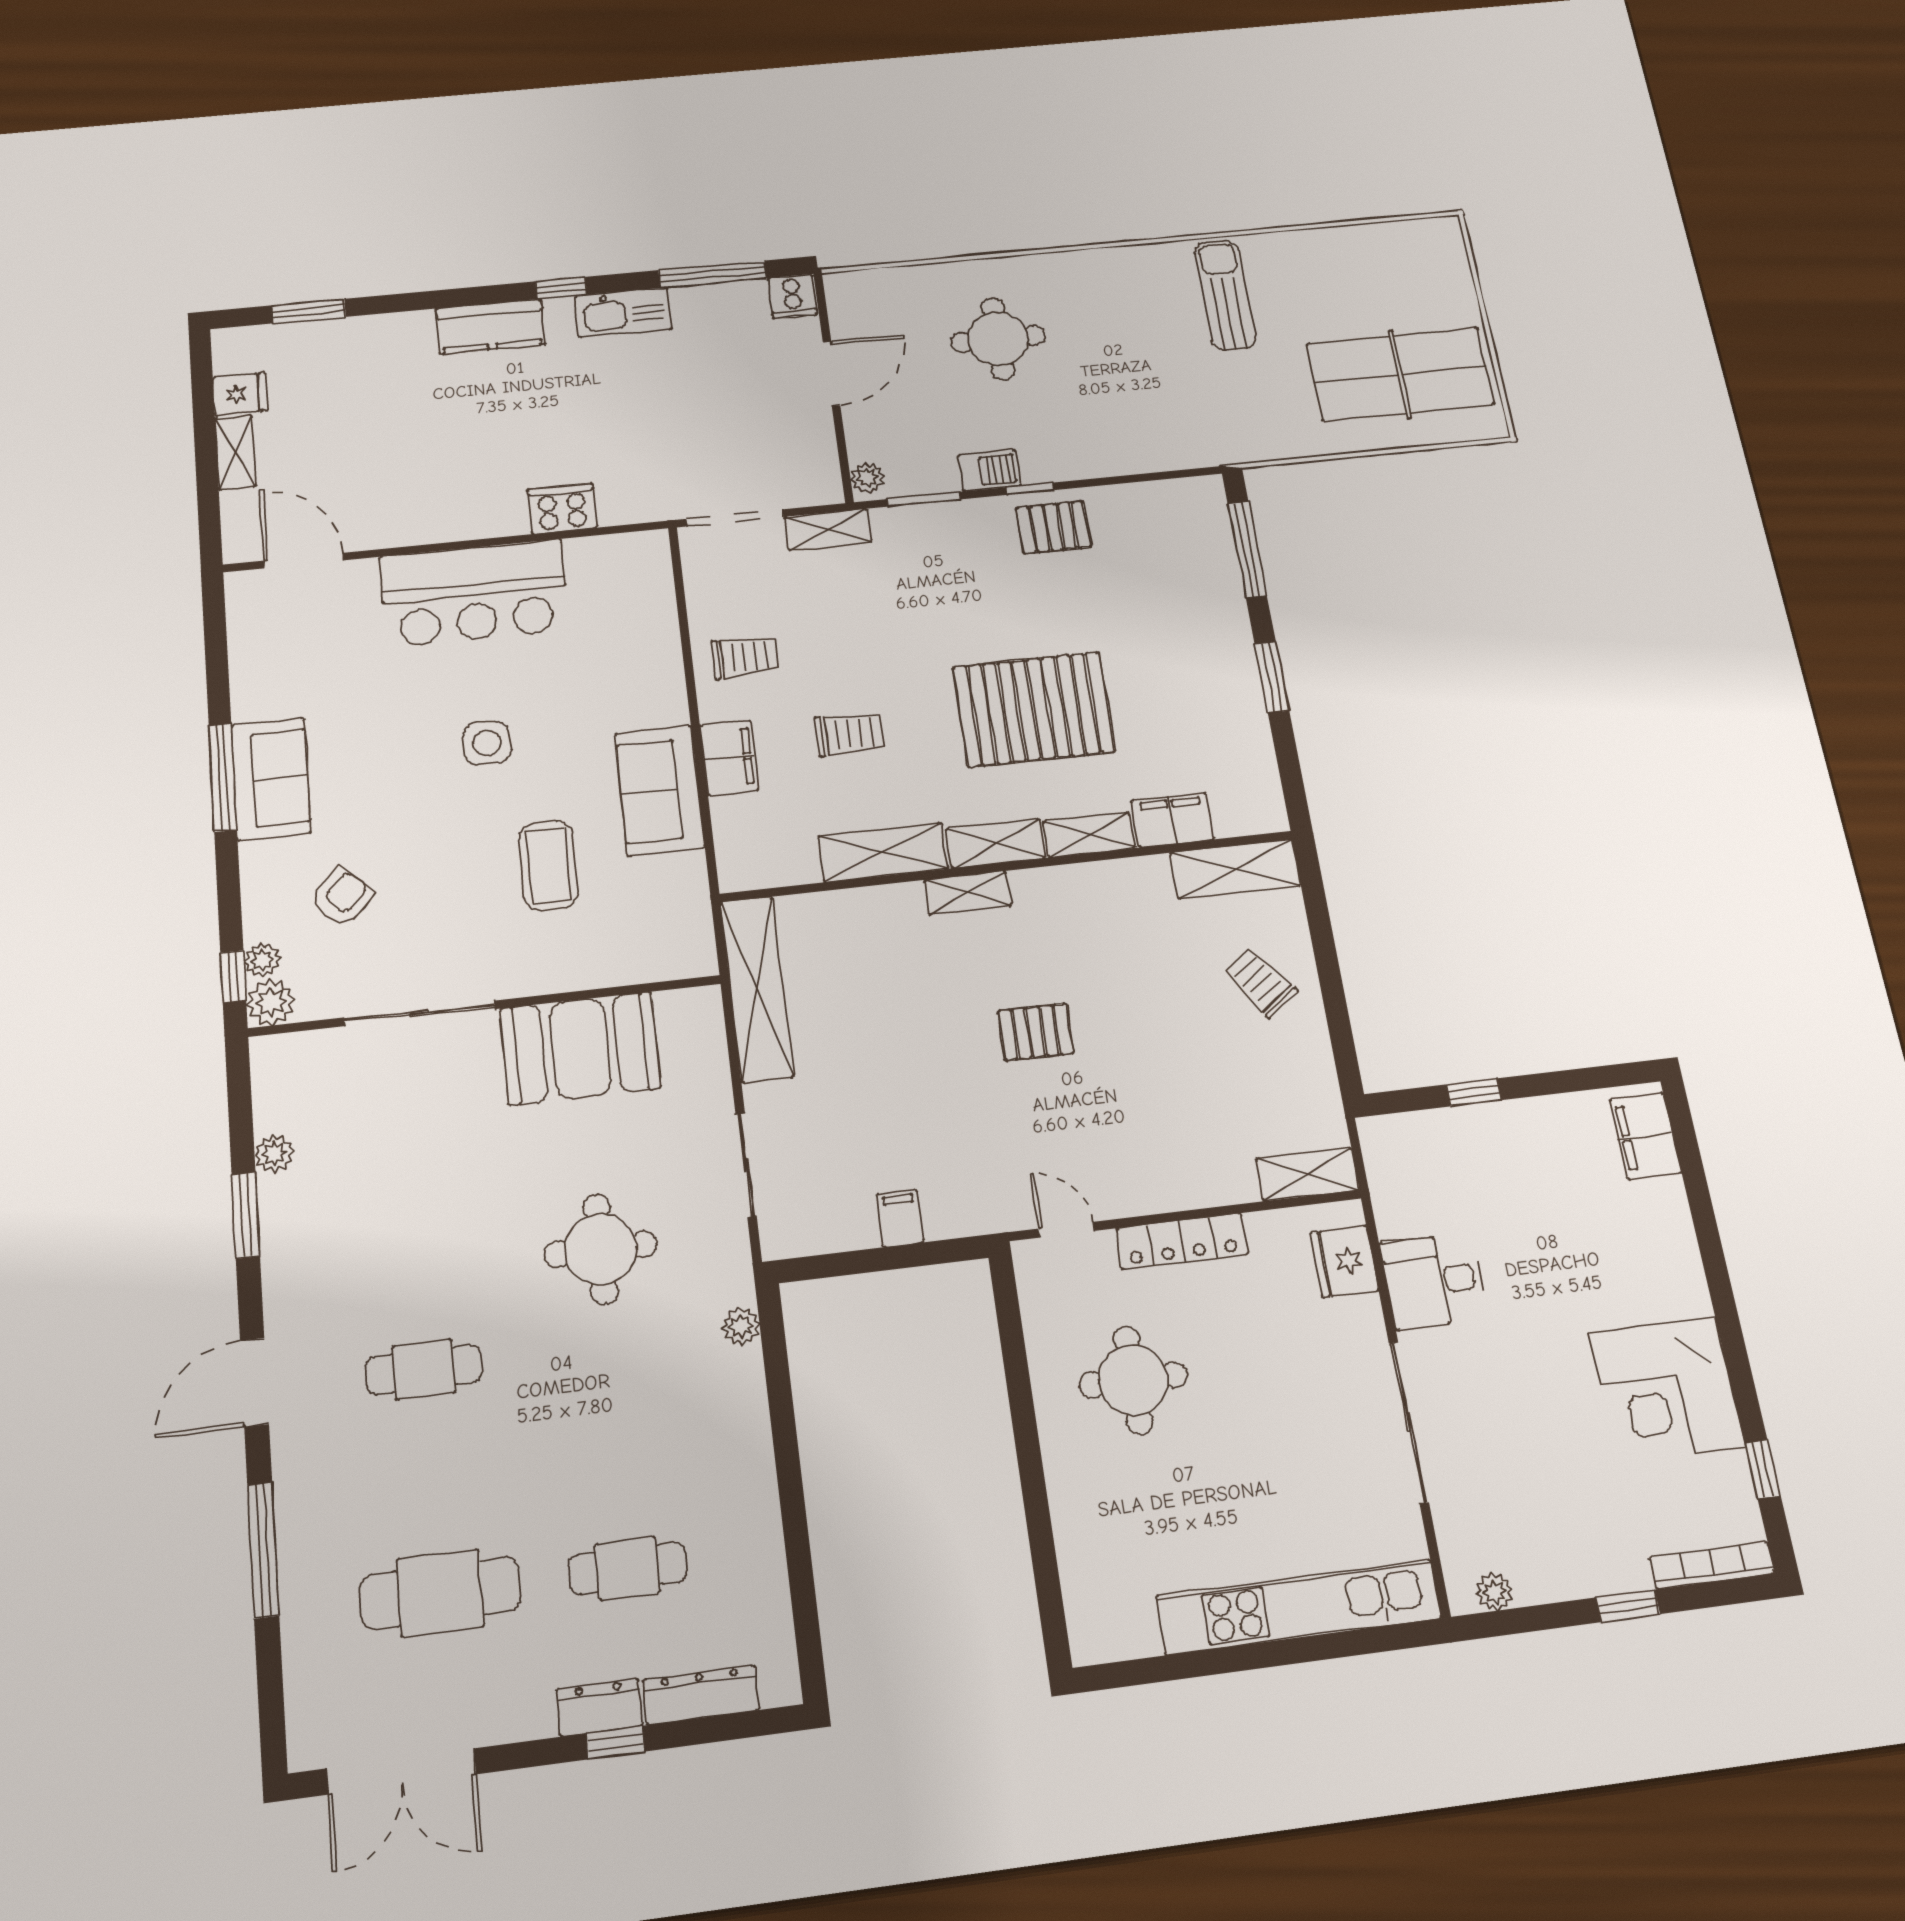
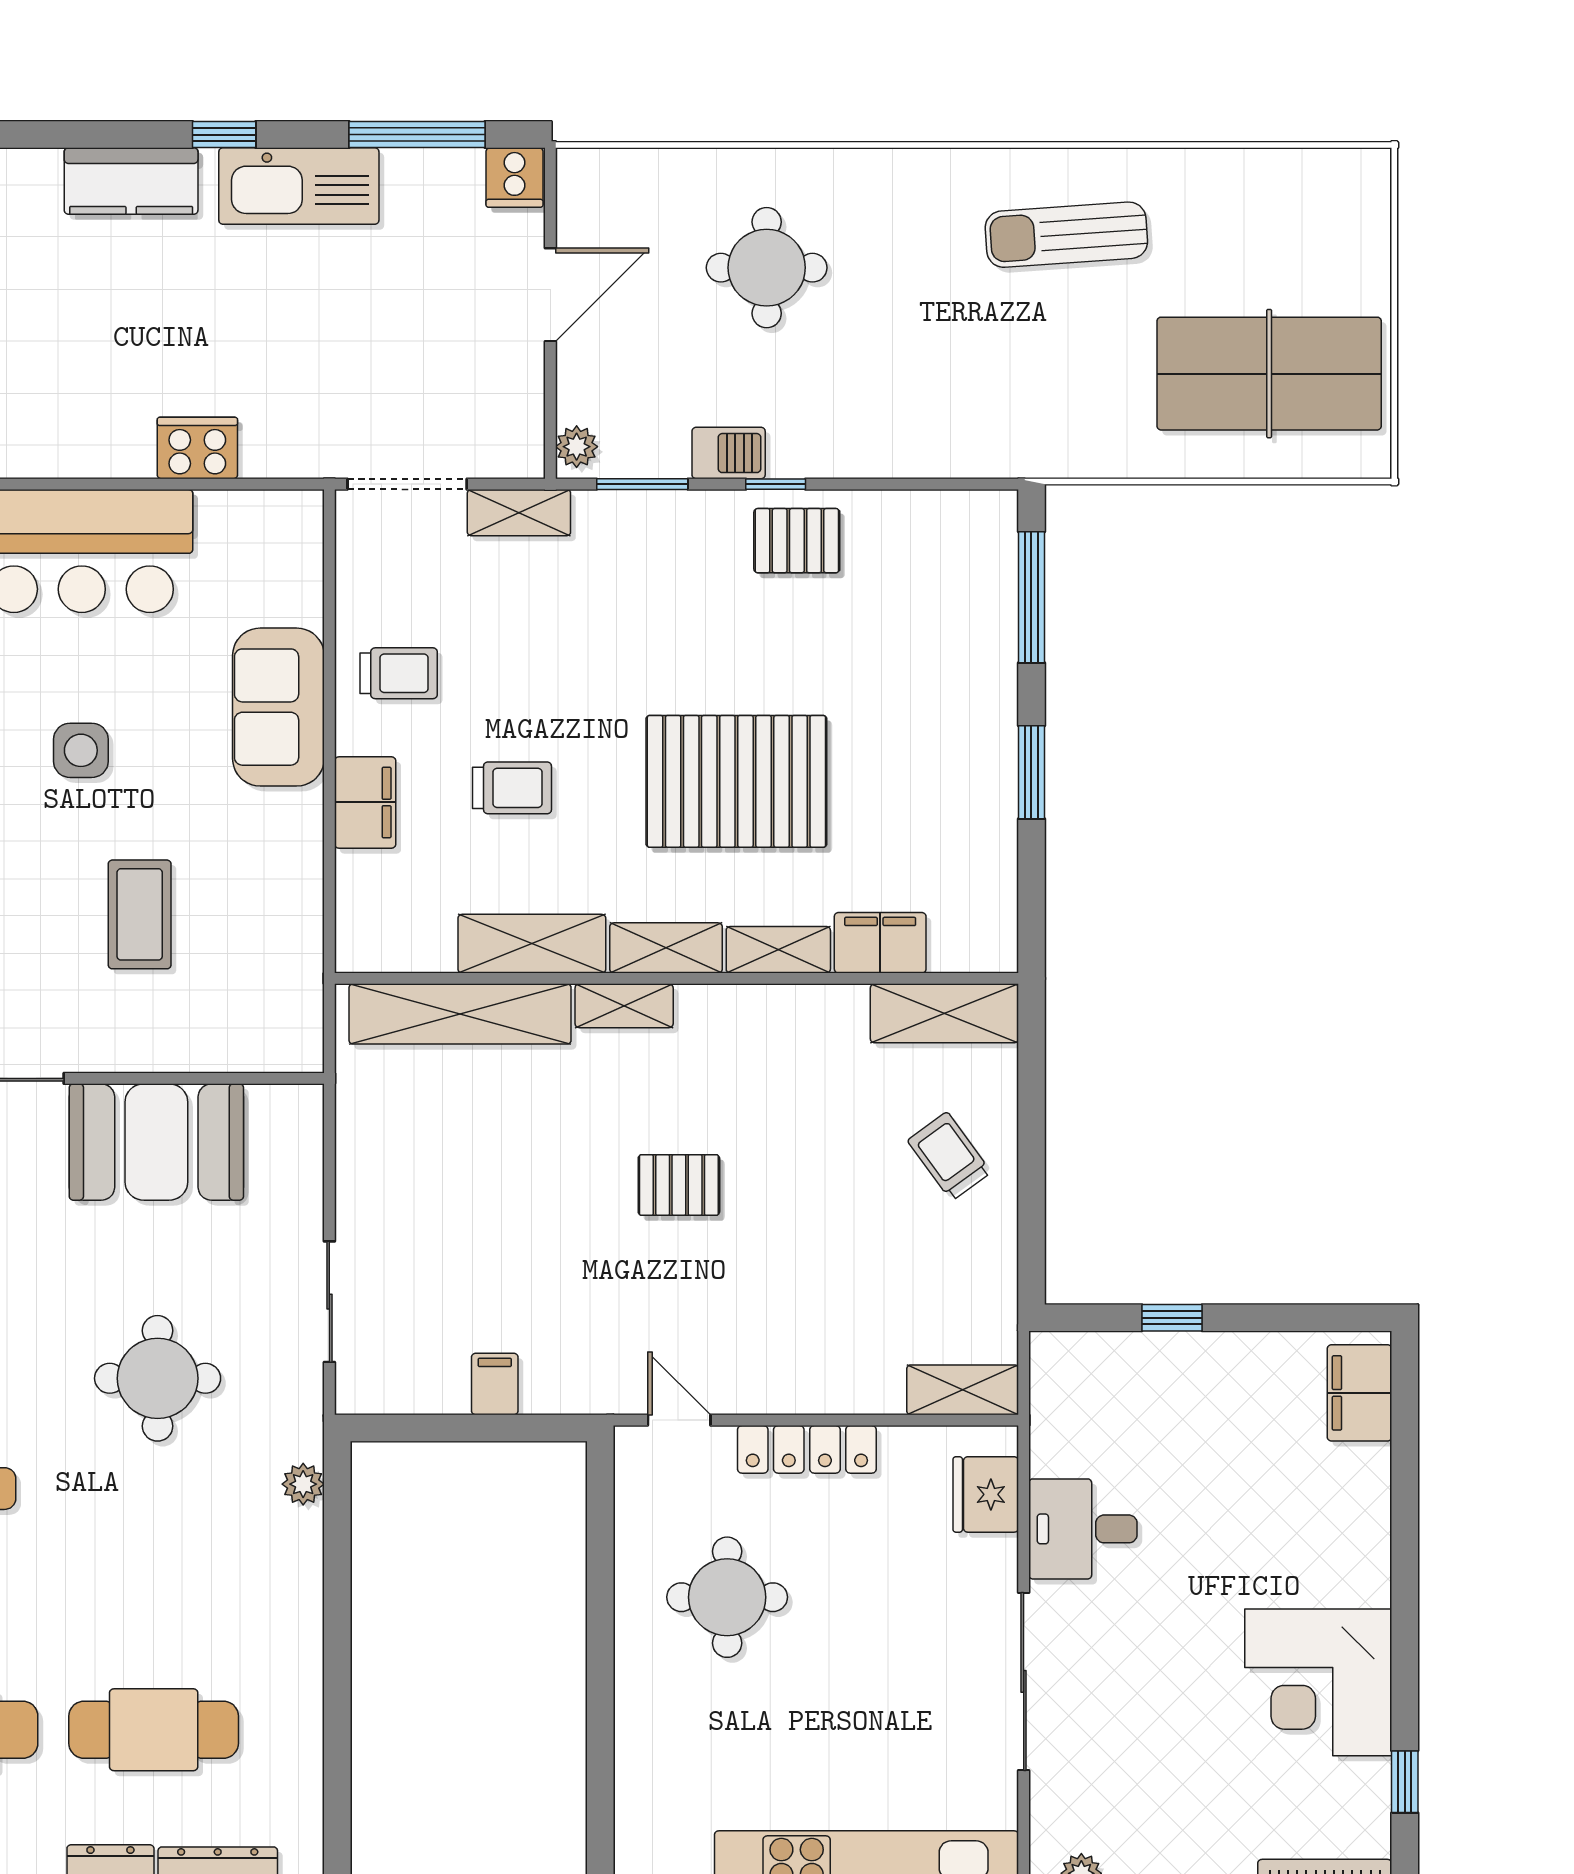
sun lounger: (1225, 295) -> (1066, 235), turned -94
kitchen sink: (623, 312) -> (299, 186), width x1.36, depth x1.24
sofa: (659, 790) -> (278, 707), moved
shelving: (757, 989) -> (460, 1014), moved, turned 90
cafe table: (628, 1568) -> (154, 1730), width x1.37, depth x1.35

